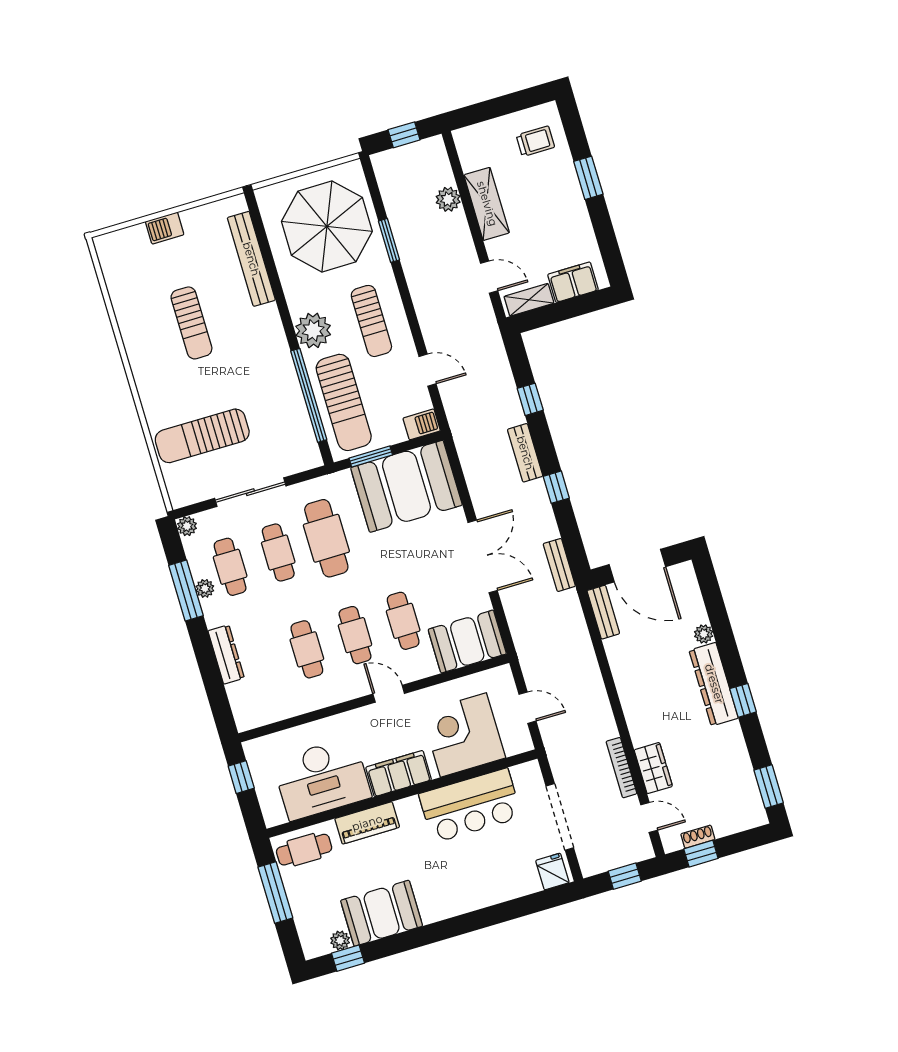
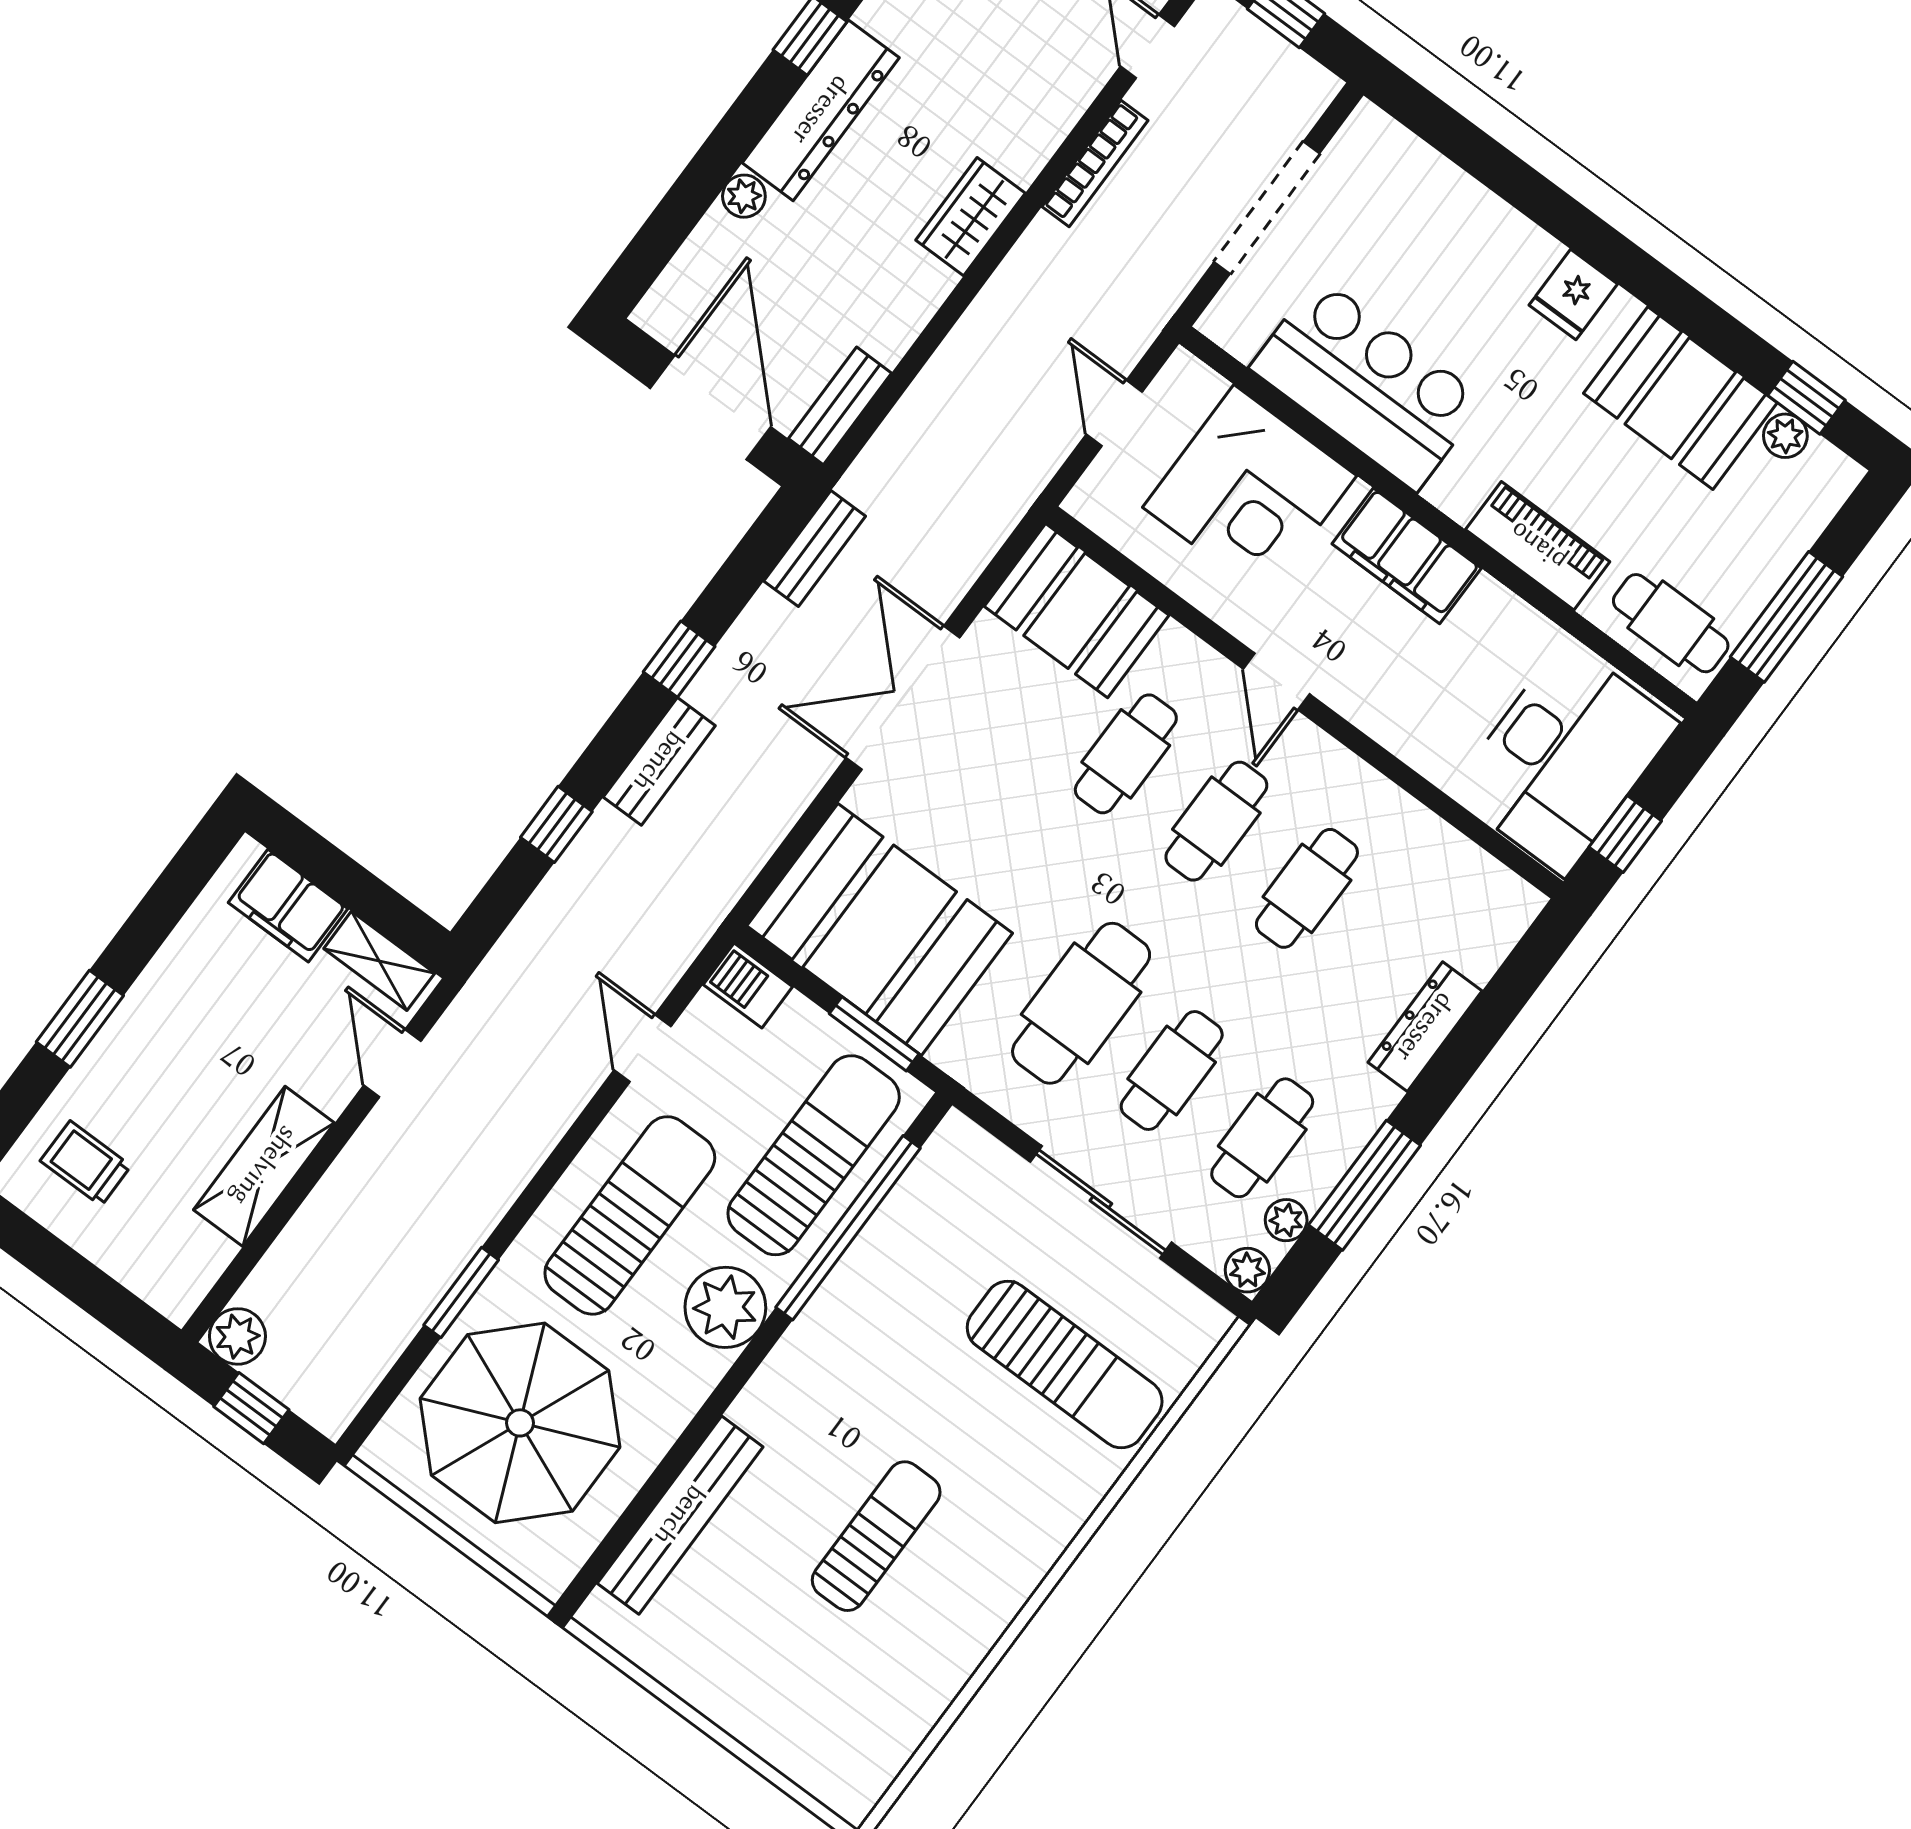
plant: (448, 199) -> (237, 1336), moved
barbecue: (165, 228) -> (742, 1712), removed
sun lounger: (371, 321) -> (630, 1215), width x1.36, depth x1.34
plant: (205, 588) -> (1286, 1220), moved
wardrobe: (653, 768) -> (970, 217), moved
desk: (322, 779) -> (1565, 758), moved, turned 90
fridge: (552, 872) -> (1573, 295), moved

